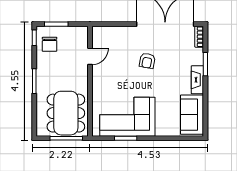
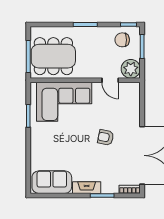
plant: (79, 36) -> (131, 69), added
corner sofa: (127, 117) -> (64, 102), moved, turned 90

